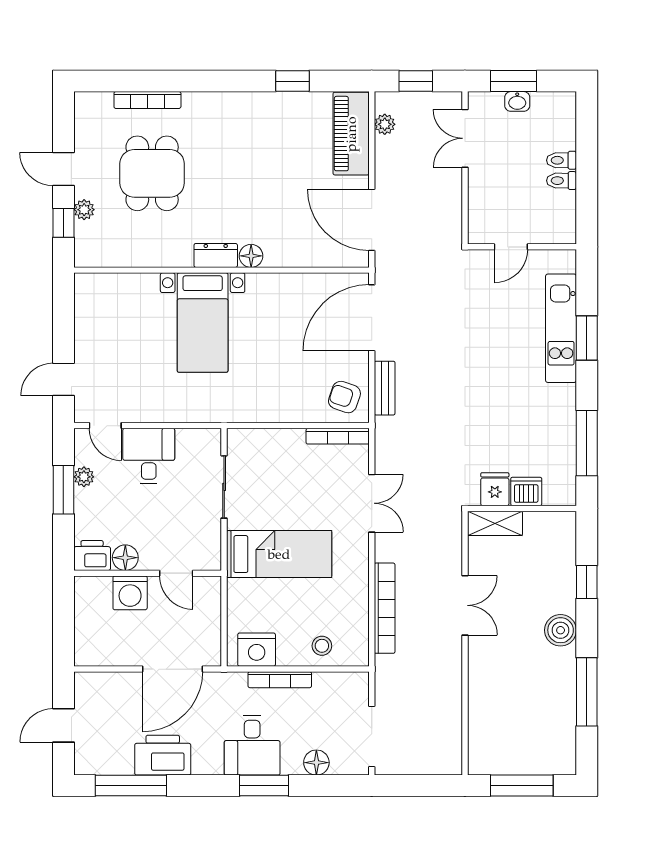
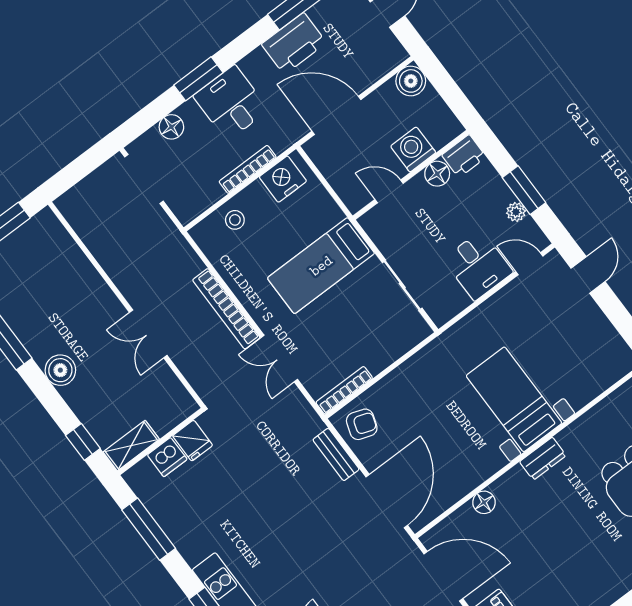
floor lamp: (251, 256) -> (484, 502), moved
shelving: (495, 523) -> (131, 446), moved
window: (587, 582) -> (83, 442), moved
bookcase: (385, 608) -> (226, 309), moved
boiler: (89, 651) -> (411, 81), added
door: (172, 669) -> (336, 115), hinge flipped

